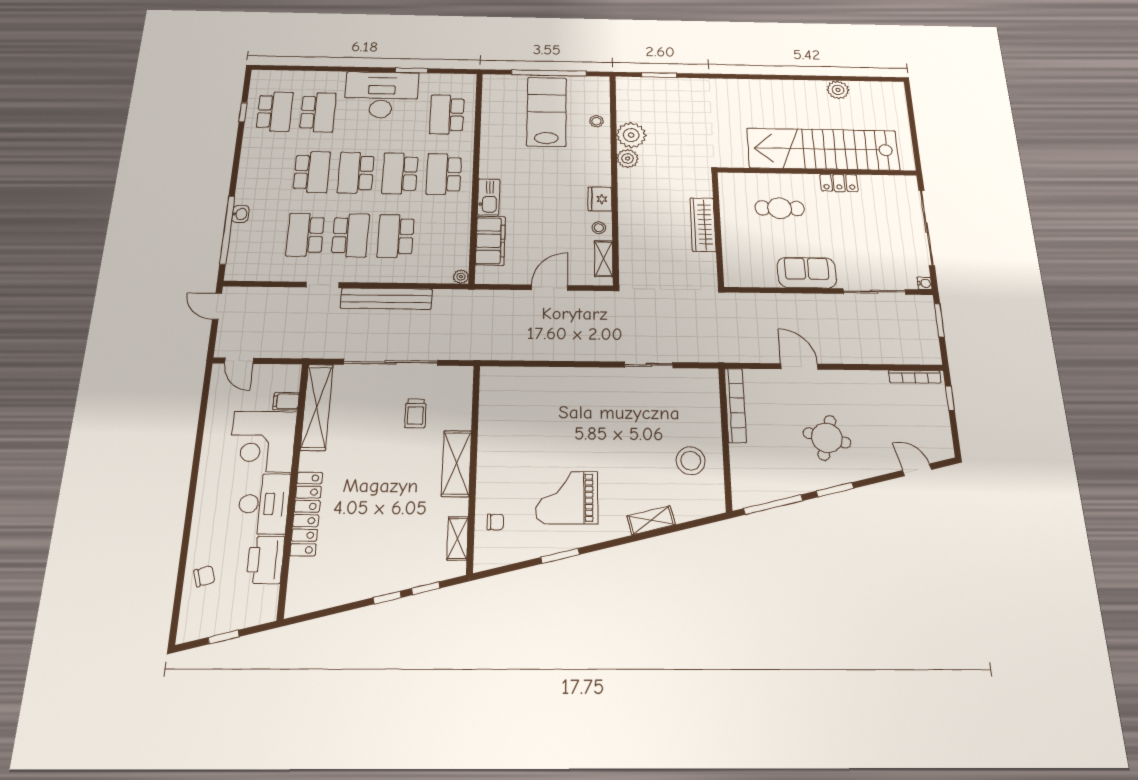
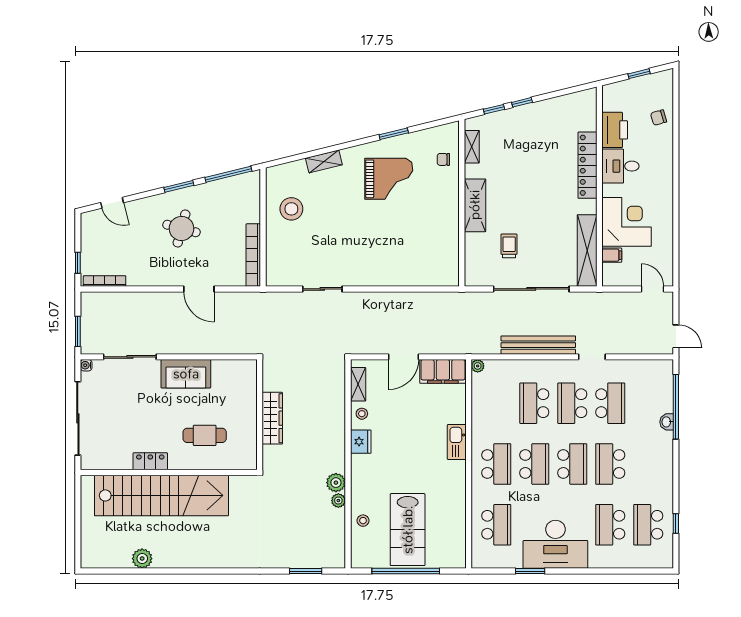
plant: (631, 135) -> (338, 501), width x0.53, depth x0.53
school desk: (396, 236) -> (534, 403), turned 180
filing cabinet: (490, 241) -> (443, 371), moved, turned -90
desk: (264, 504) -> (620, 166), width x0.73

